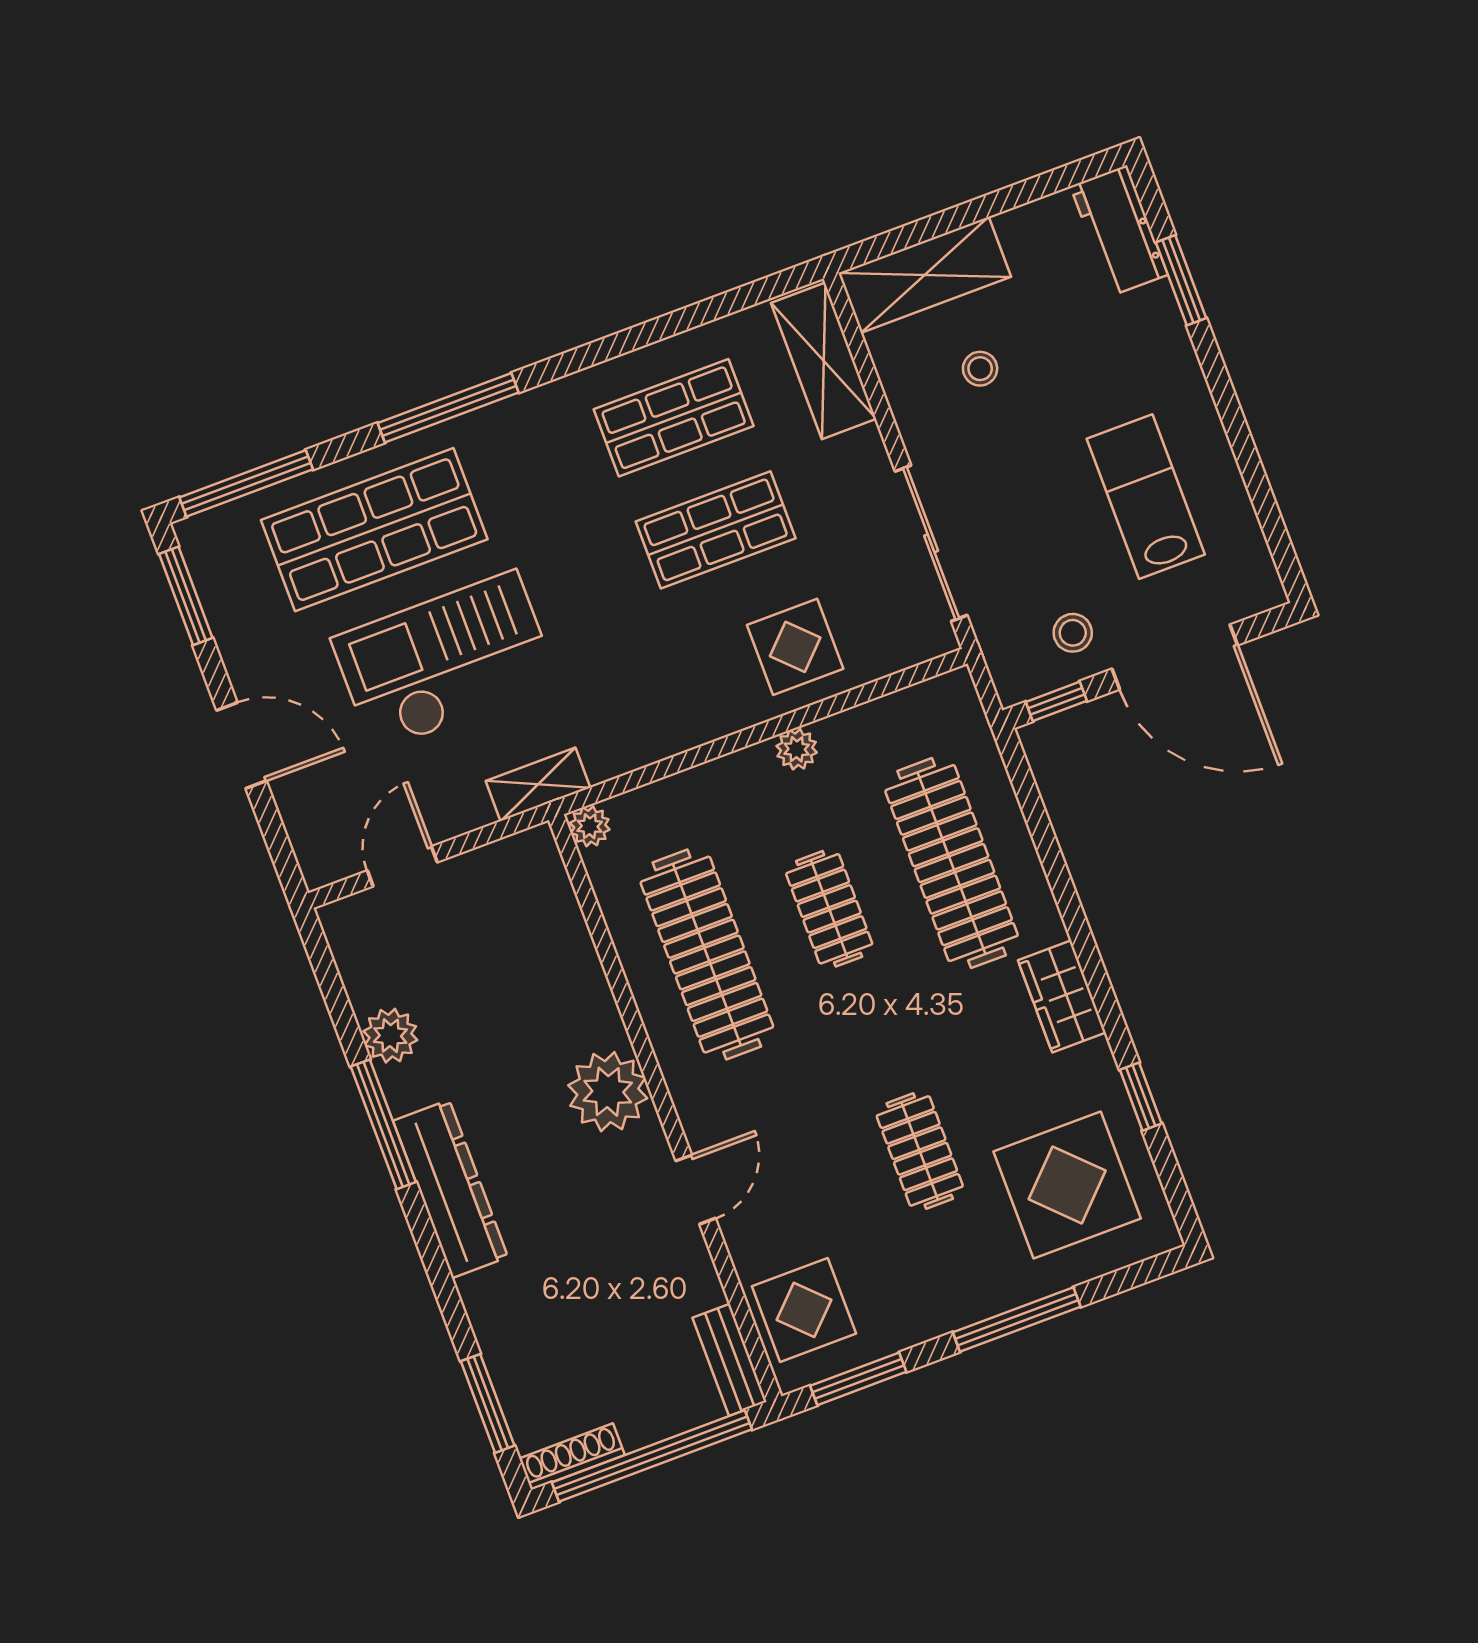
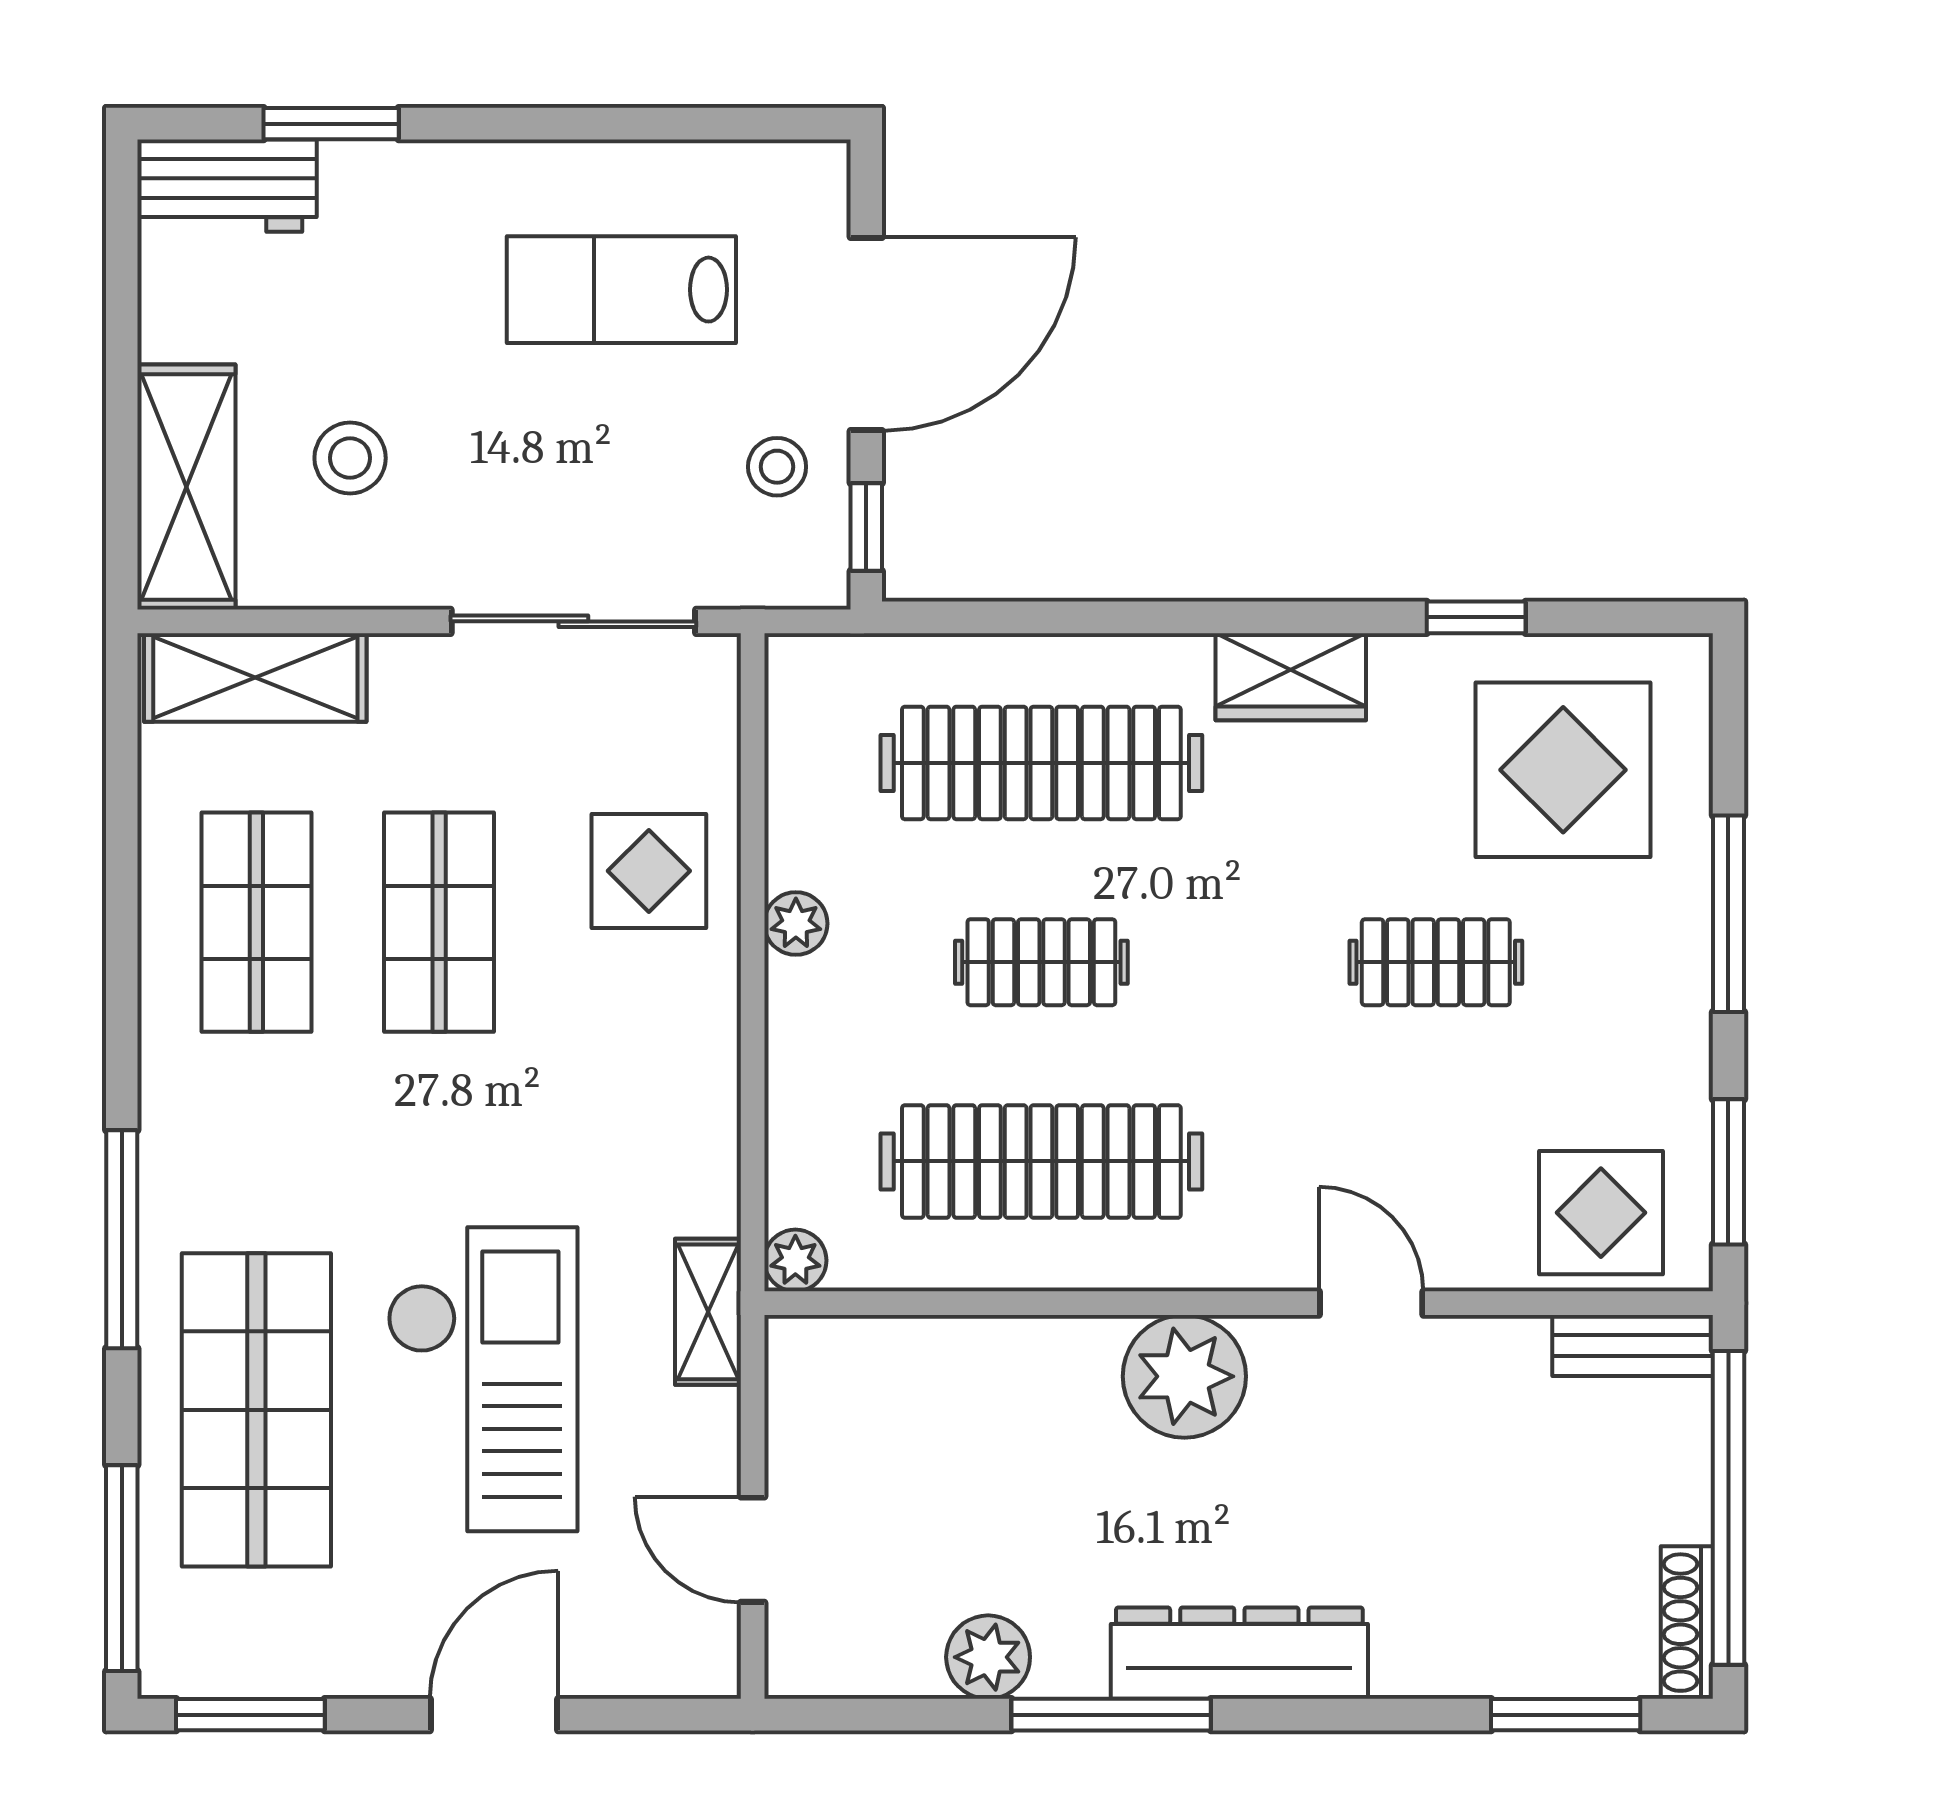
stool: (980, 369) -> (350, 458), width x1.37, depth x1.37
checkout: (445, 661) -> (482, 1379), turned 180

